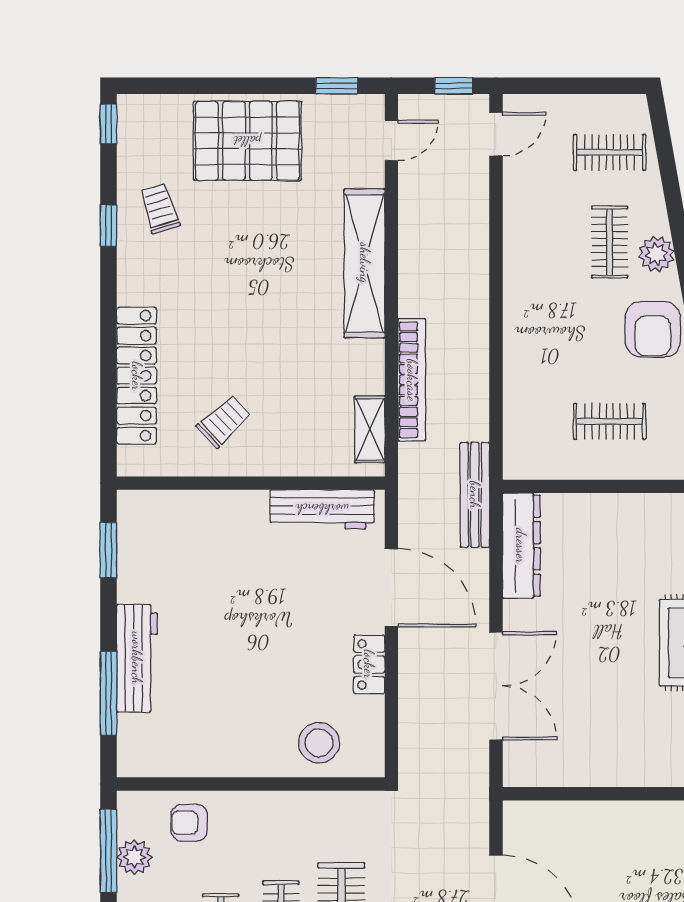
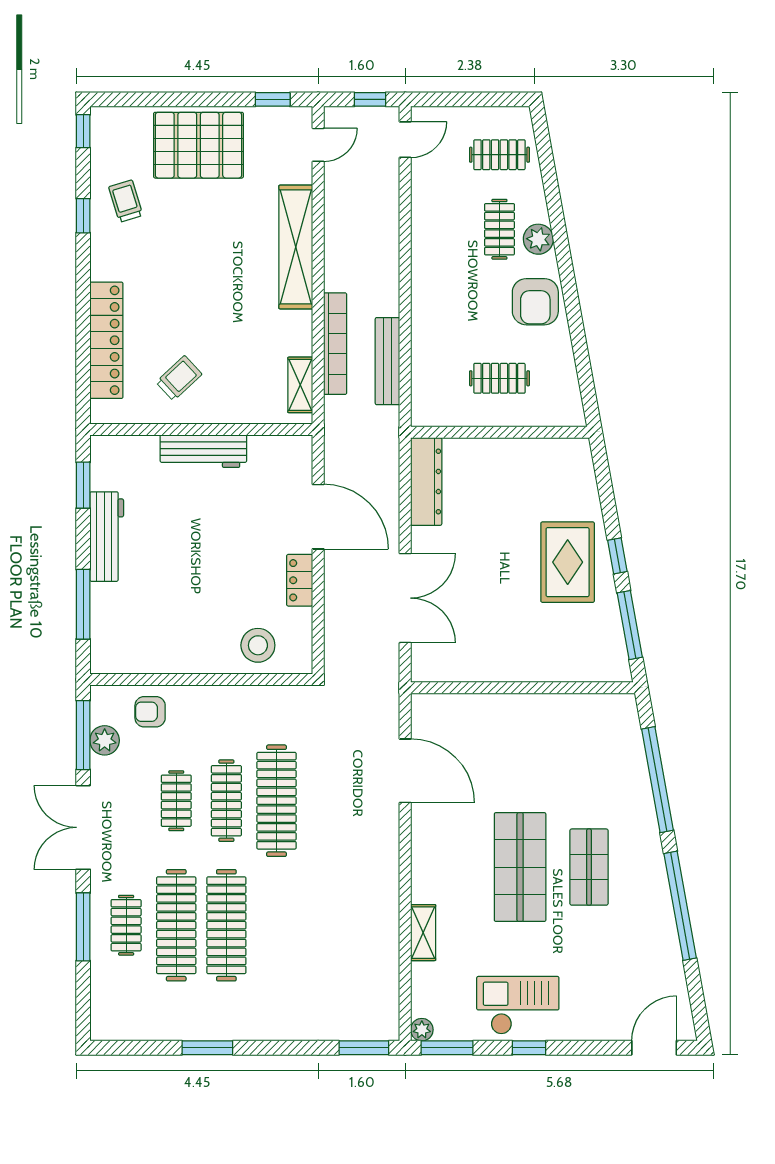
bench: (475, 495) -> (387, 361), moved
workbench: (322, 509) -> (203, 451), moved
workbench: (137, 658) -> (107, 537), moved

